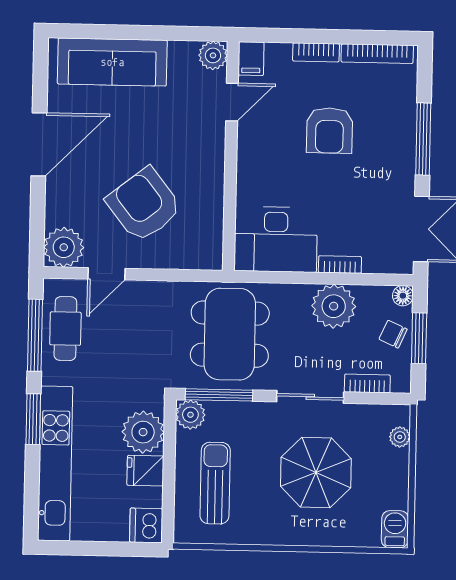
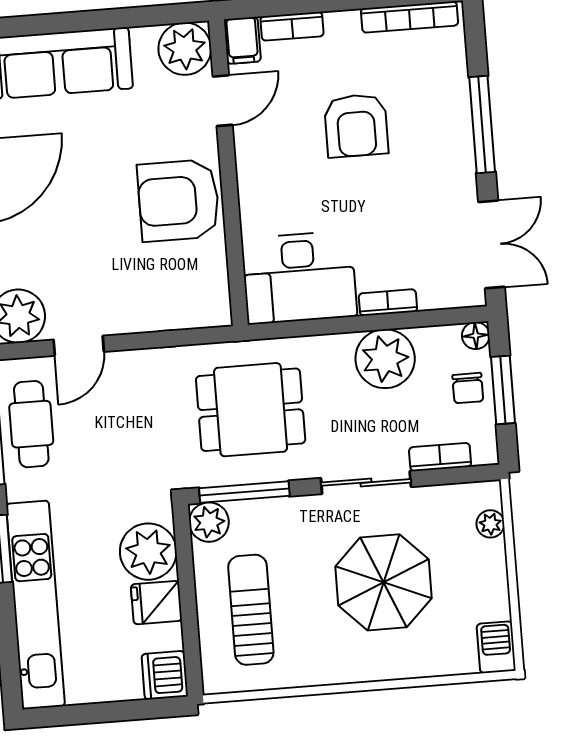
bookcase: (316, 52) -> (292, 26), moved
plant: (213, 55) -> (185, 49), width x1.36, depth x1.36
armchair: (144, 205) -> (179, 201), moved, turned -52
dining table: (230, 334) -> (251, 410), width x0.73
chair: (393, 334) -> (468, 388), turned -114

